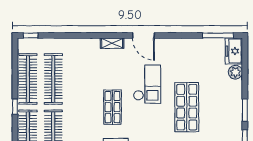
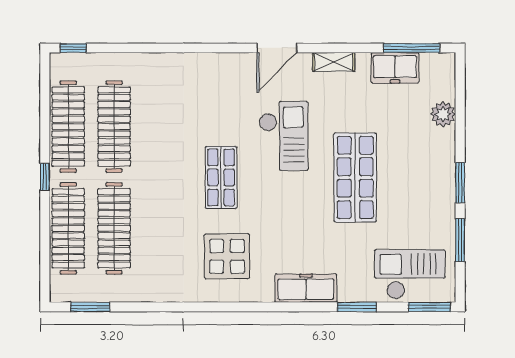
door: (143, 35) -> (277, 48), hinge flipped
shelving: (112, 43) -> (334, 62), moved
freezer: (234, 51) -> (395, 68), moved, turned -90

